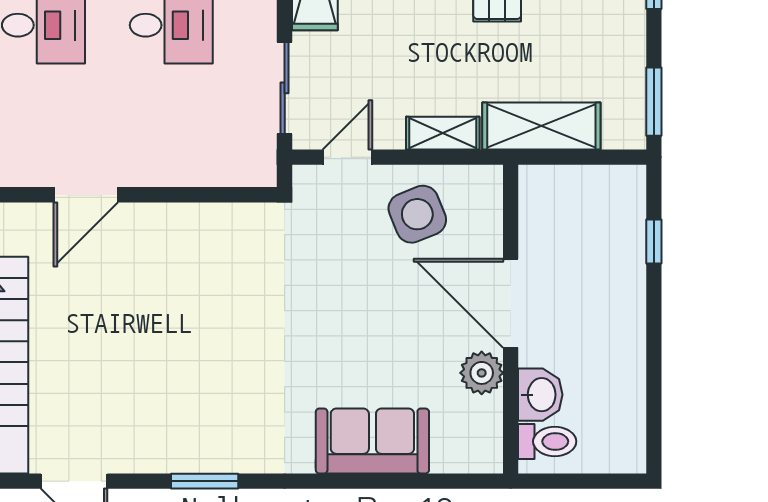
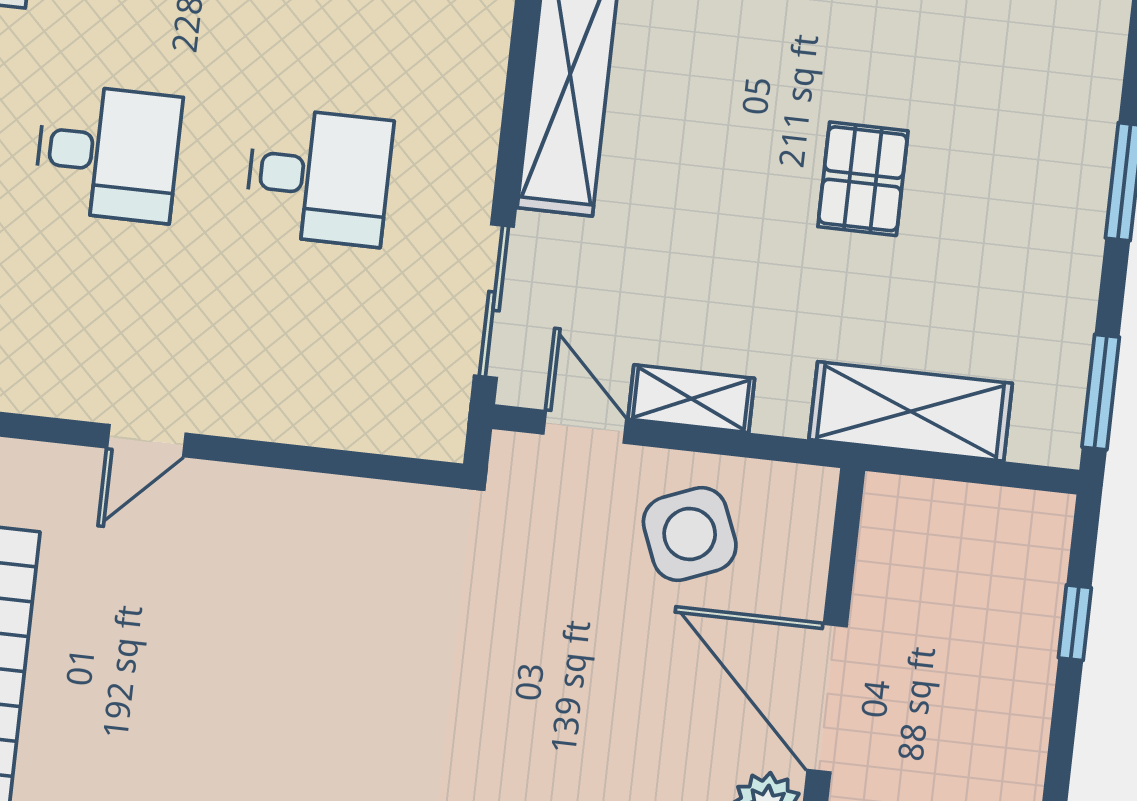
shelving: (443, 133) -> (691, 399), moved
door: (347, 157) -> (585, 427), hinge flipped
door: (86, 195) -> (146, 441), width x0.73

